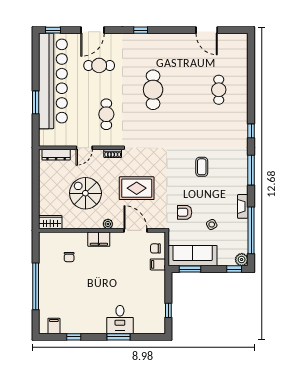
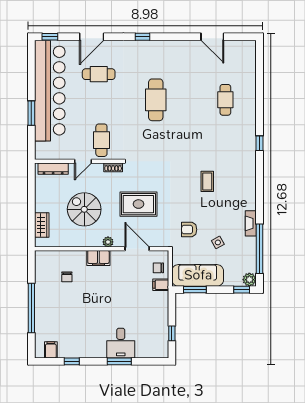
cafe table: (106, 114) -> (101, 140), moved
window: (251, 170) -> (260, 185), removed
wardrobe: (50, 222) -> (42, 225), moved, turned 90

